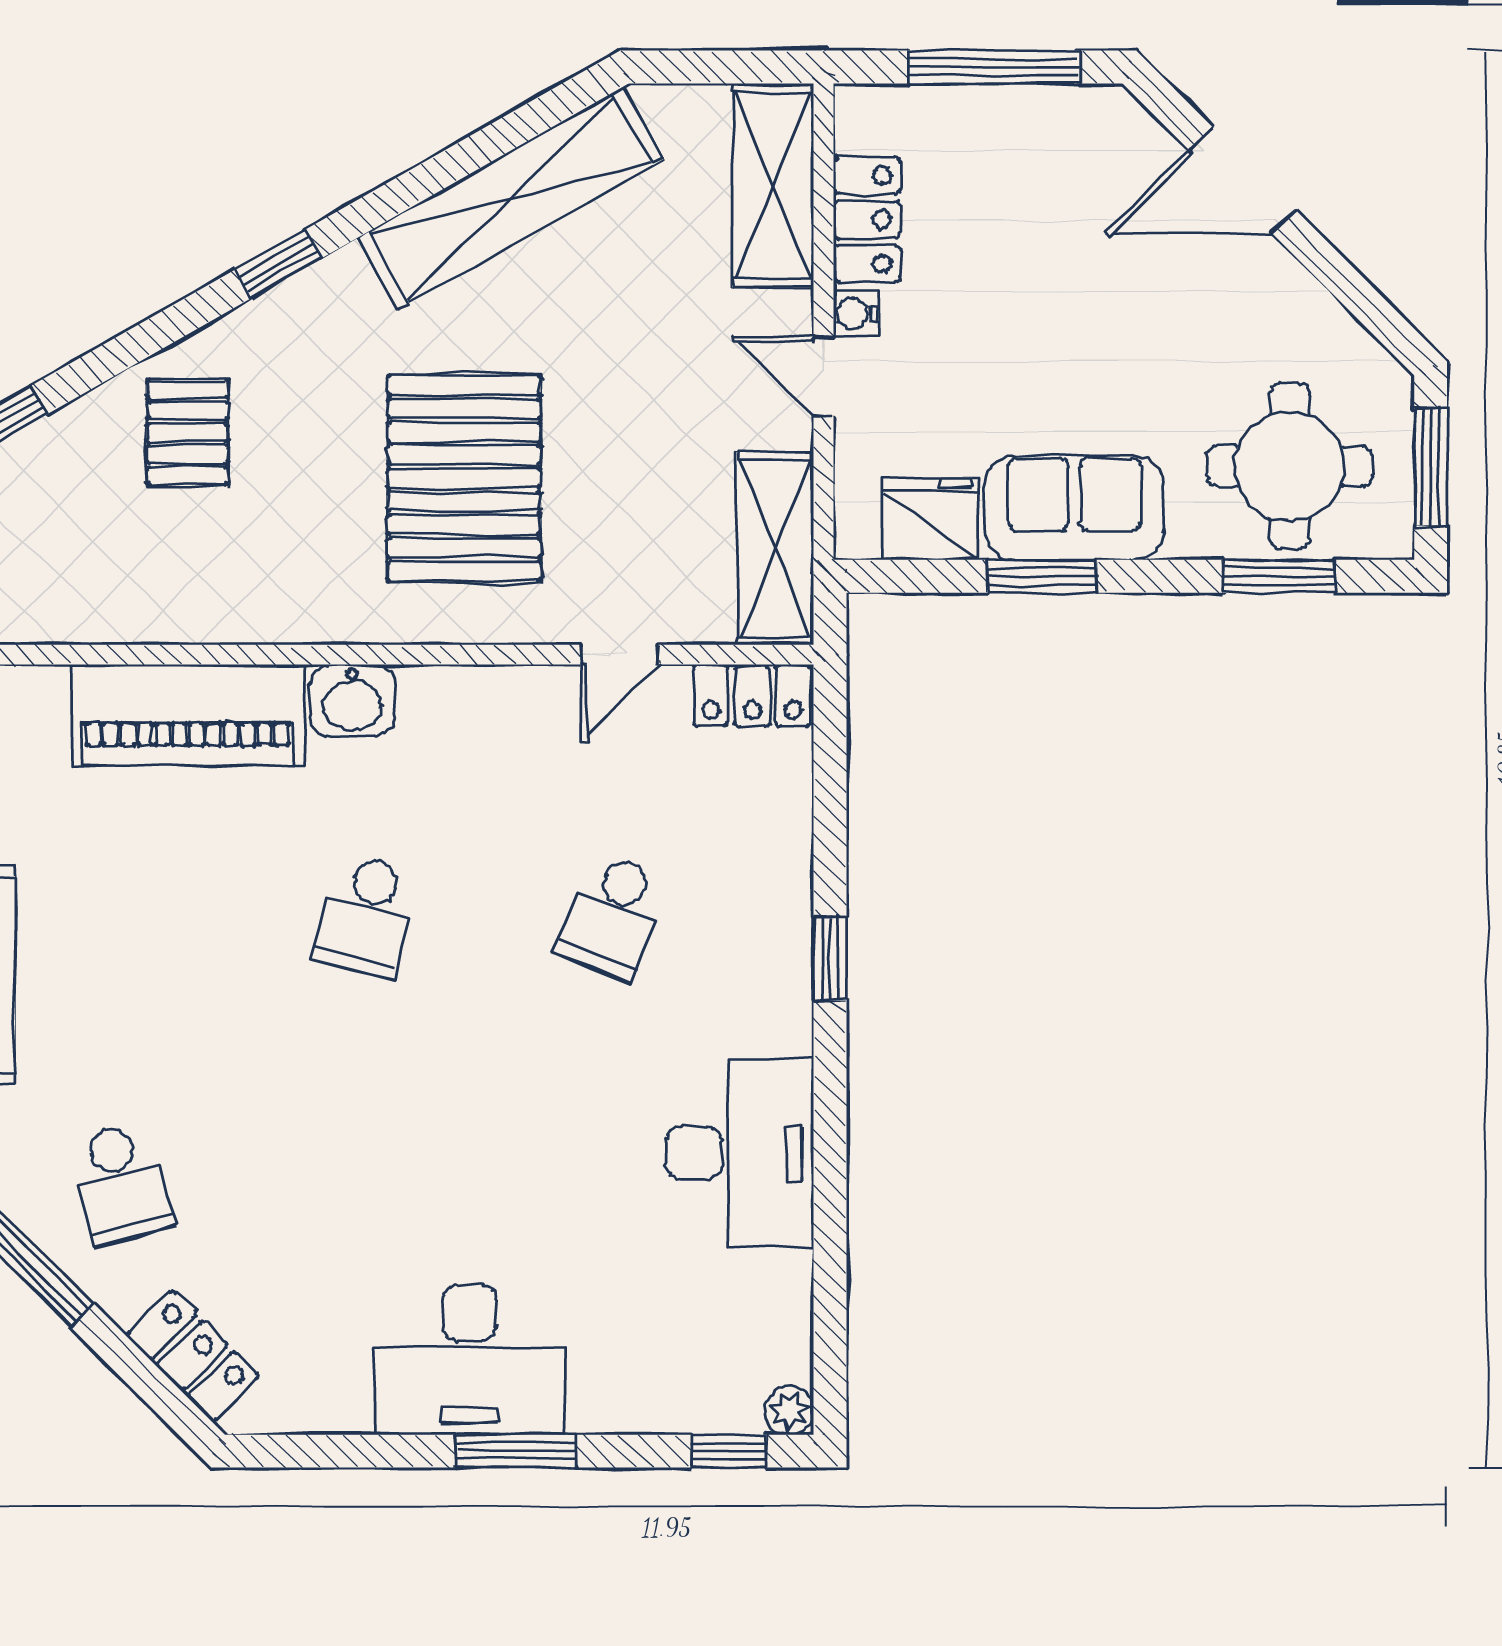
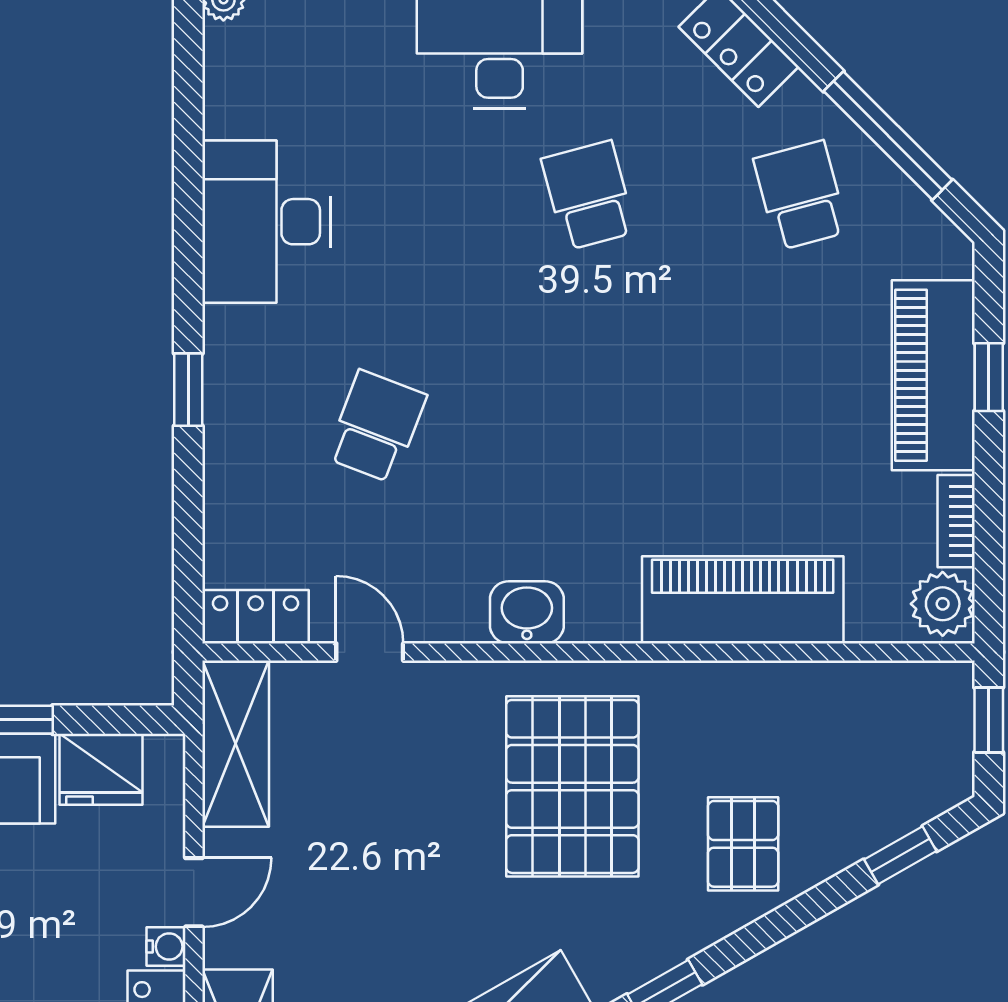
door: (823, 376) -> (194, 892), hinge flipped
pallet: (464, 478) -> (572, 786), moved
door: (620, 655) -> (370, 652), hinge flipped
washbasin: (352, 701) -> (527, 612), moved
school desk: (366, 916) -> (588, 195), moved, turned -30

